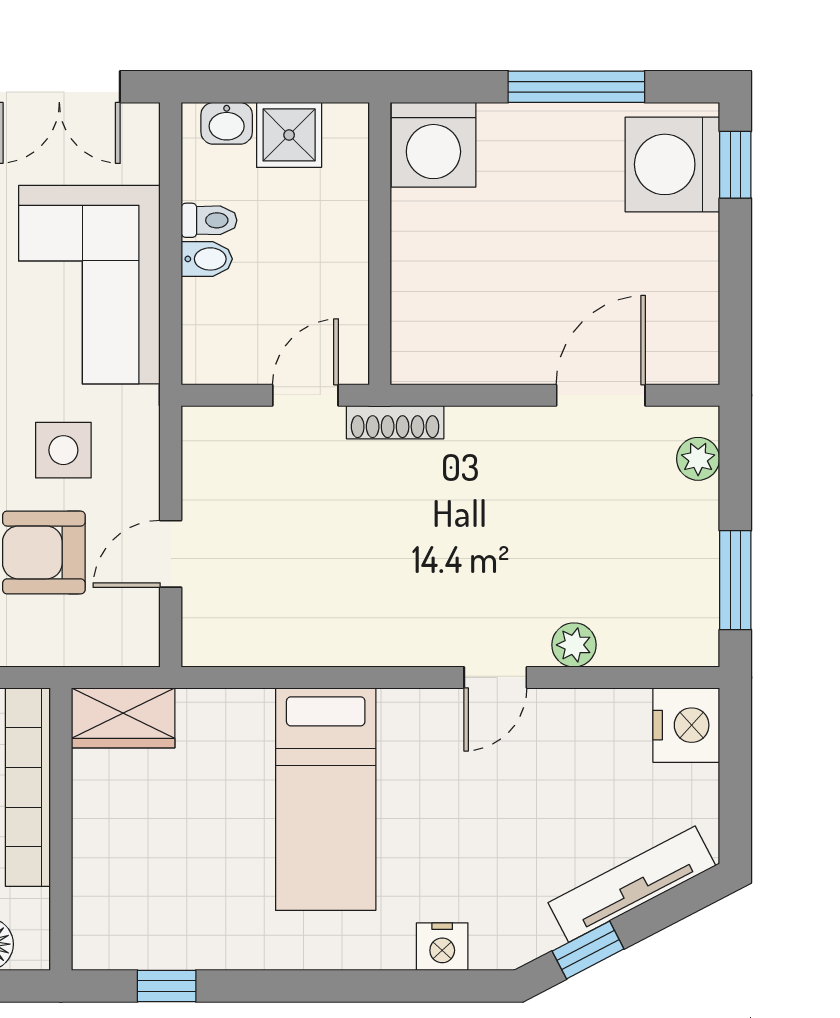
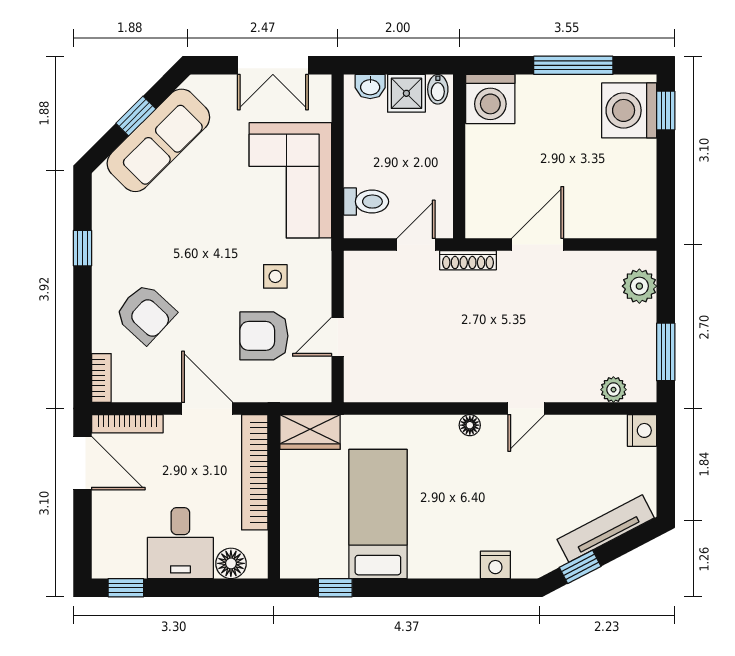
toilet: (209, 220) -> (366, 202), moved, width x1.37, depth x1.39
bidet: (207, 259) -> (438, 89), moved, turned 90
door: (601, 395) -> (538, 245), moved
side table: (63, 450) -> (275, 276), width x0.73, depth x0.73
plant: (698, 459) -> (639, 286), width x1.38, depth x1.38
plant: (574, 645) -> (613, 390), moved
floor lamp: (398, 706) -> (470, 425), added
nightstand: (686, 725) -> (642, 430), width x0.74, depth x0.75
bed: (326, 799) -> (378, 514), moved, turned 180

